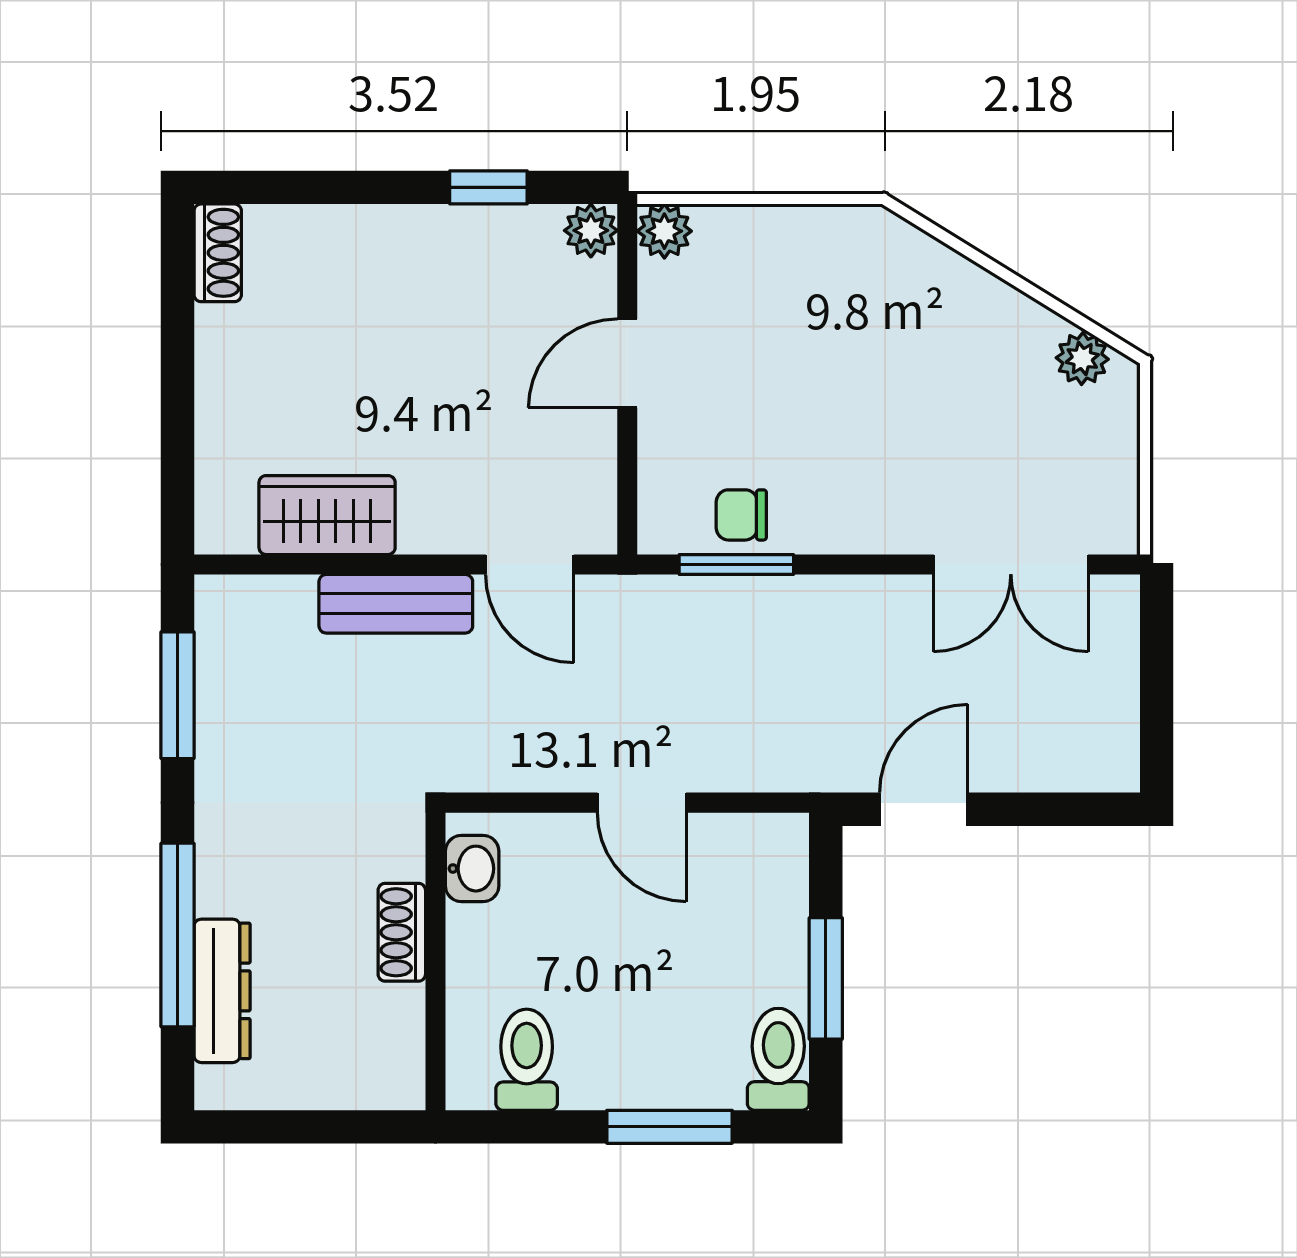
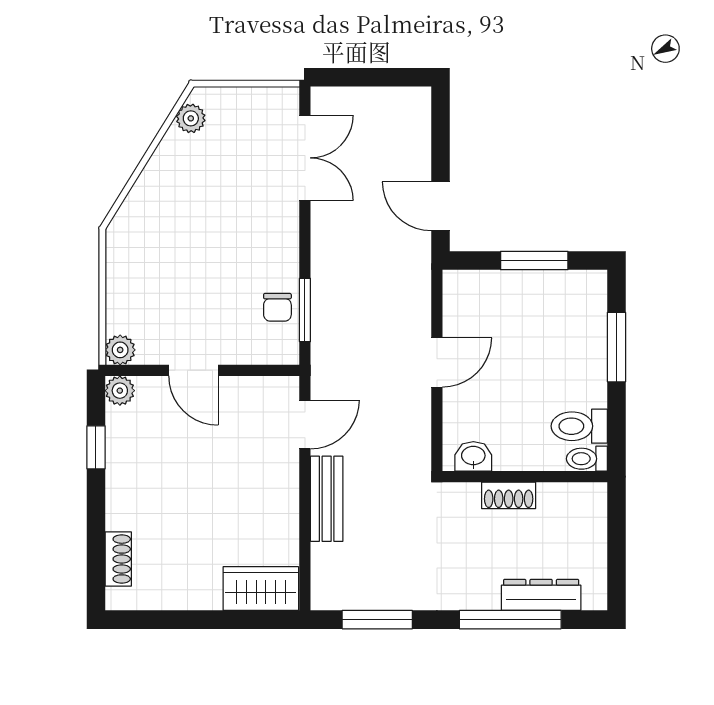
shoe rack: (218, 253) -> (118, 559), moved, turned 90
wardrobe: (327, 515) -> (261, 589), moved, turned 90
toilet: (778, 1059) -> (587, 459), moved, width x0.73, depth x0.72

